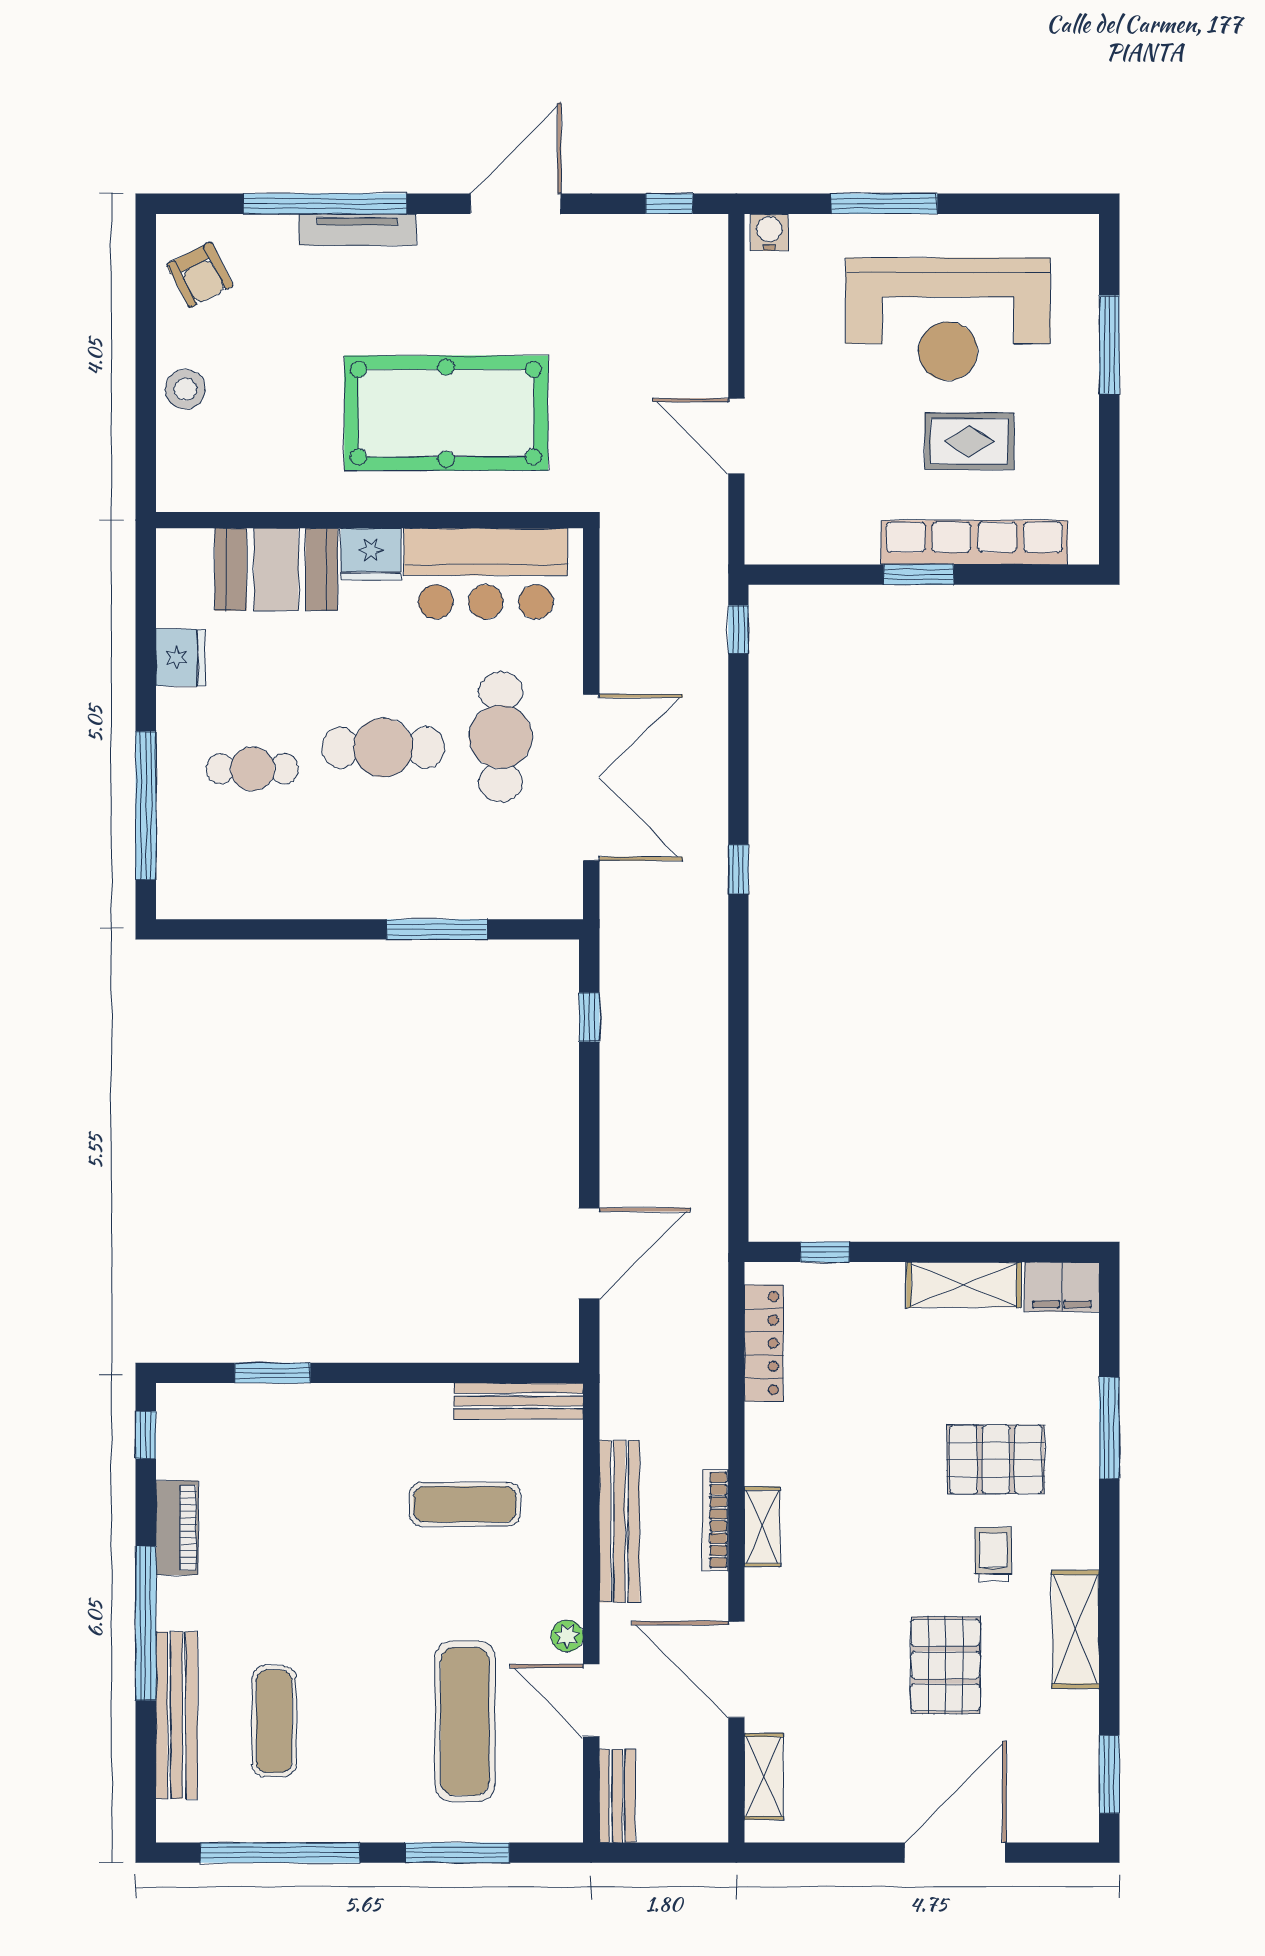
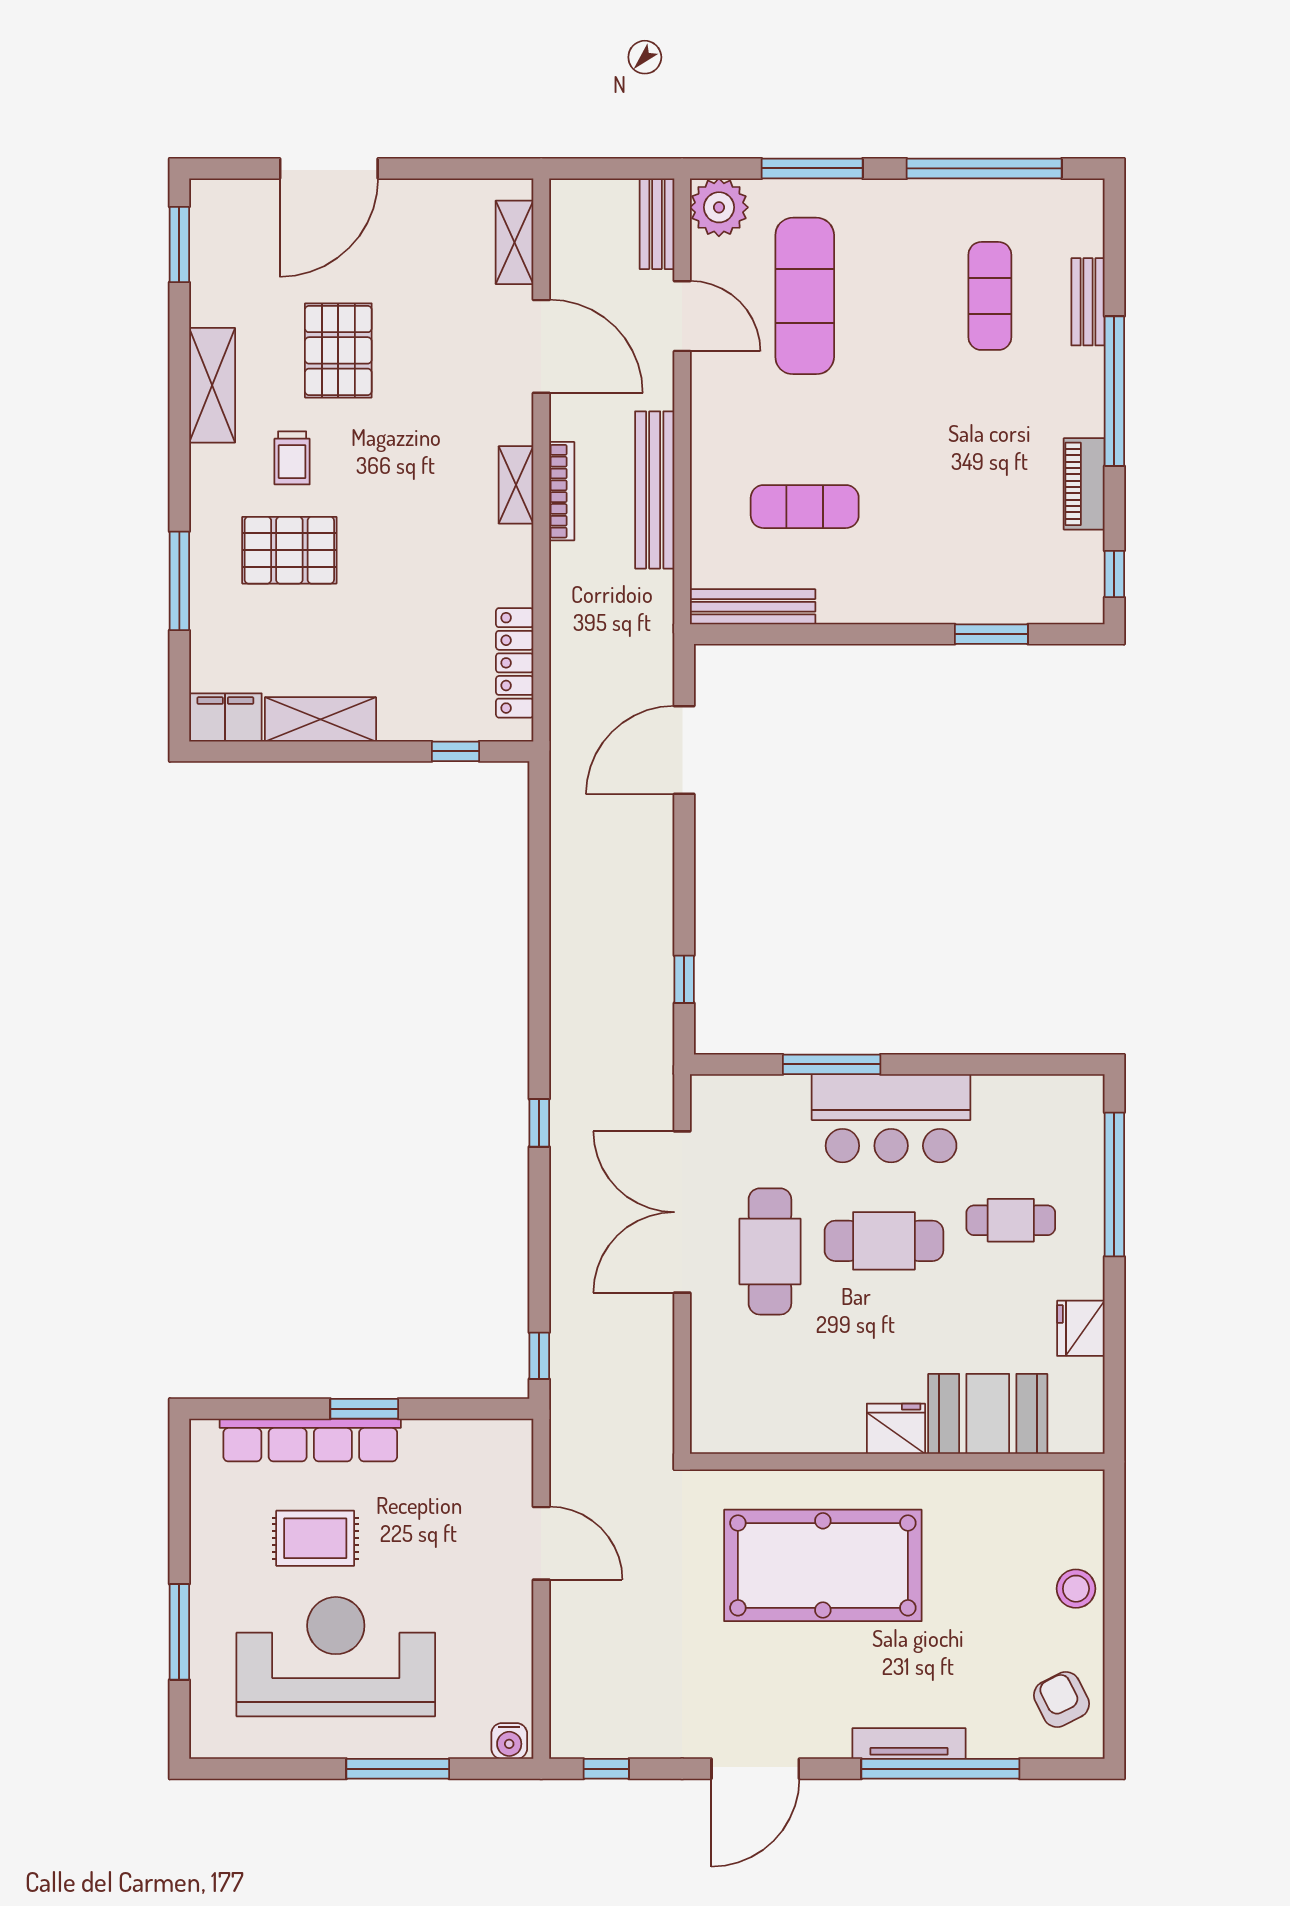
bar counter: (486, 574) -> (891, 1118), moved, turned 180
plant: (567, 1636) -> (719, 207), moved, width x1.87, depth x1.87
bench: (177, 1715) -> (1088, 302), width x0.54, depth x0.82

